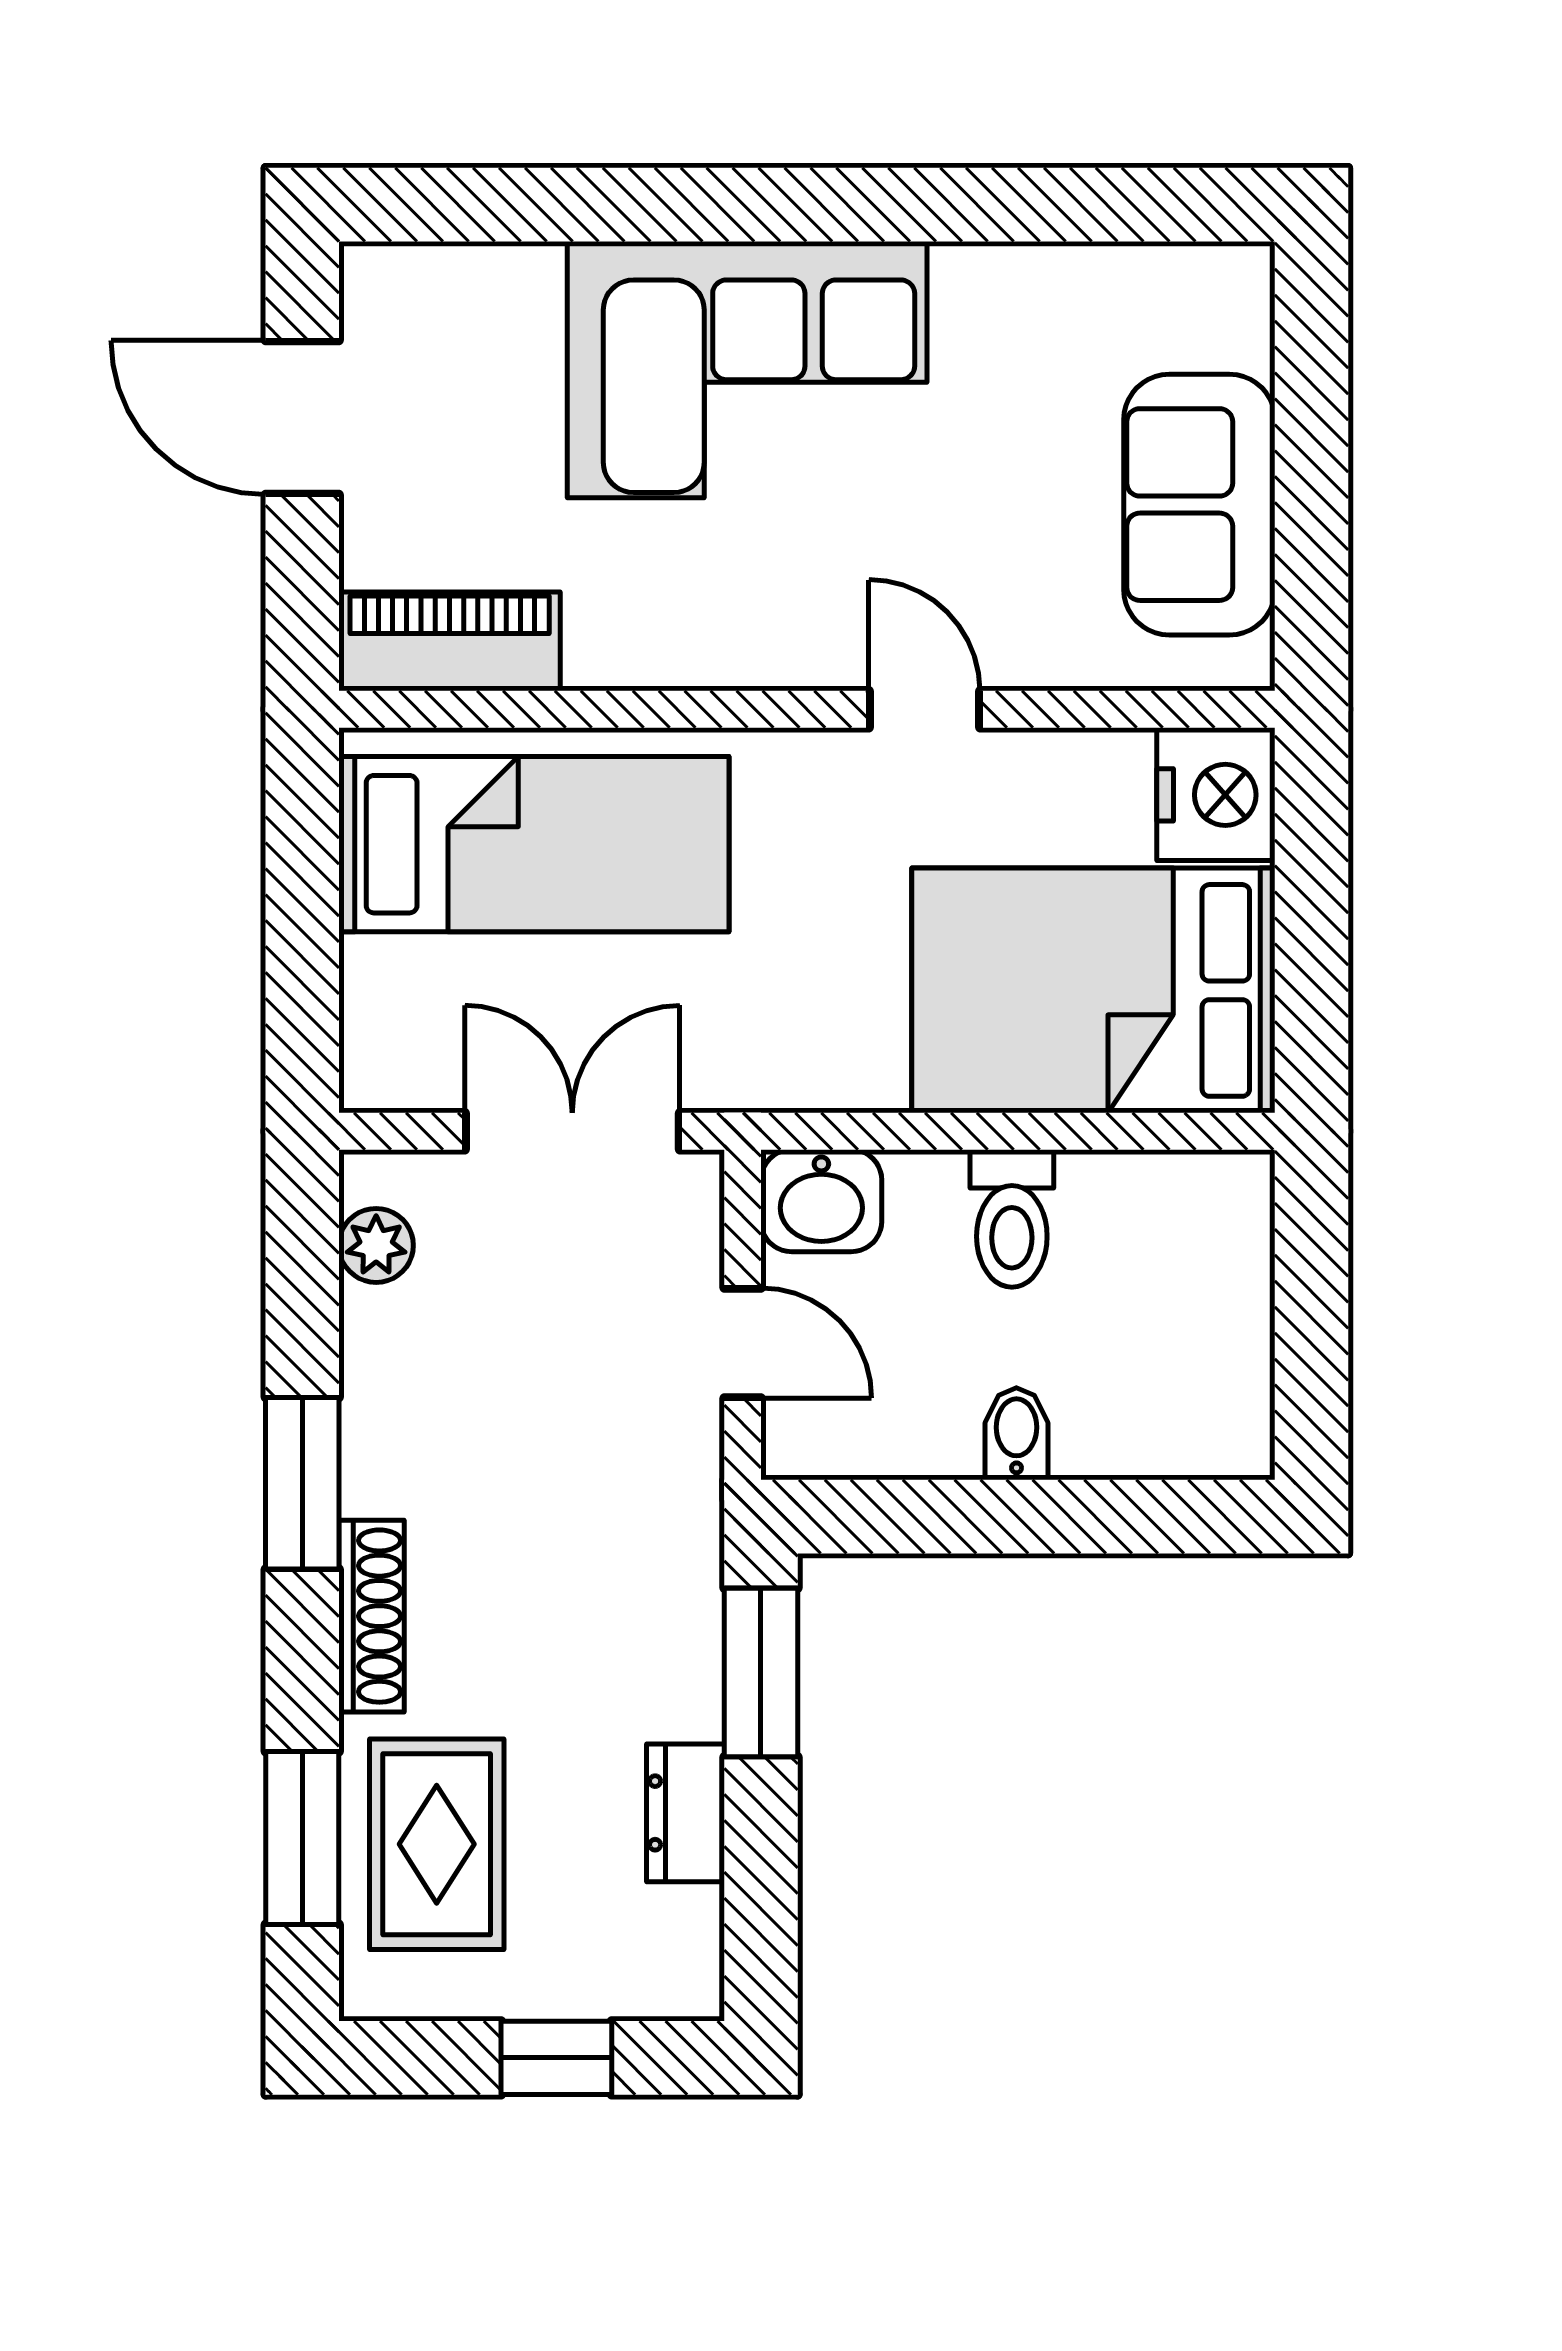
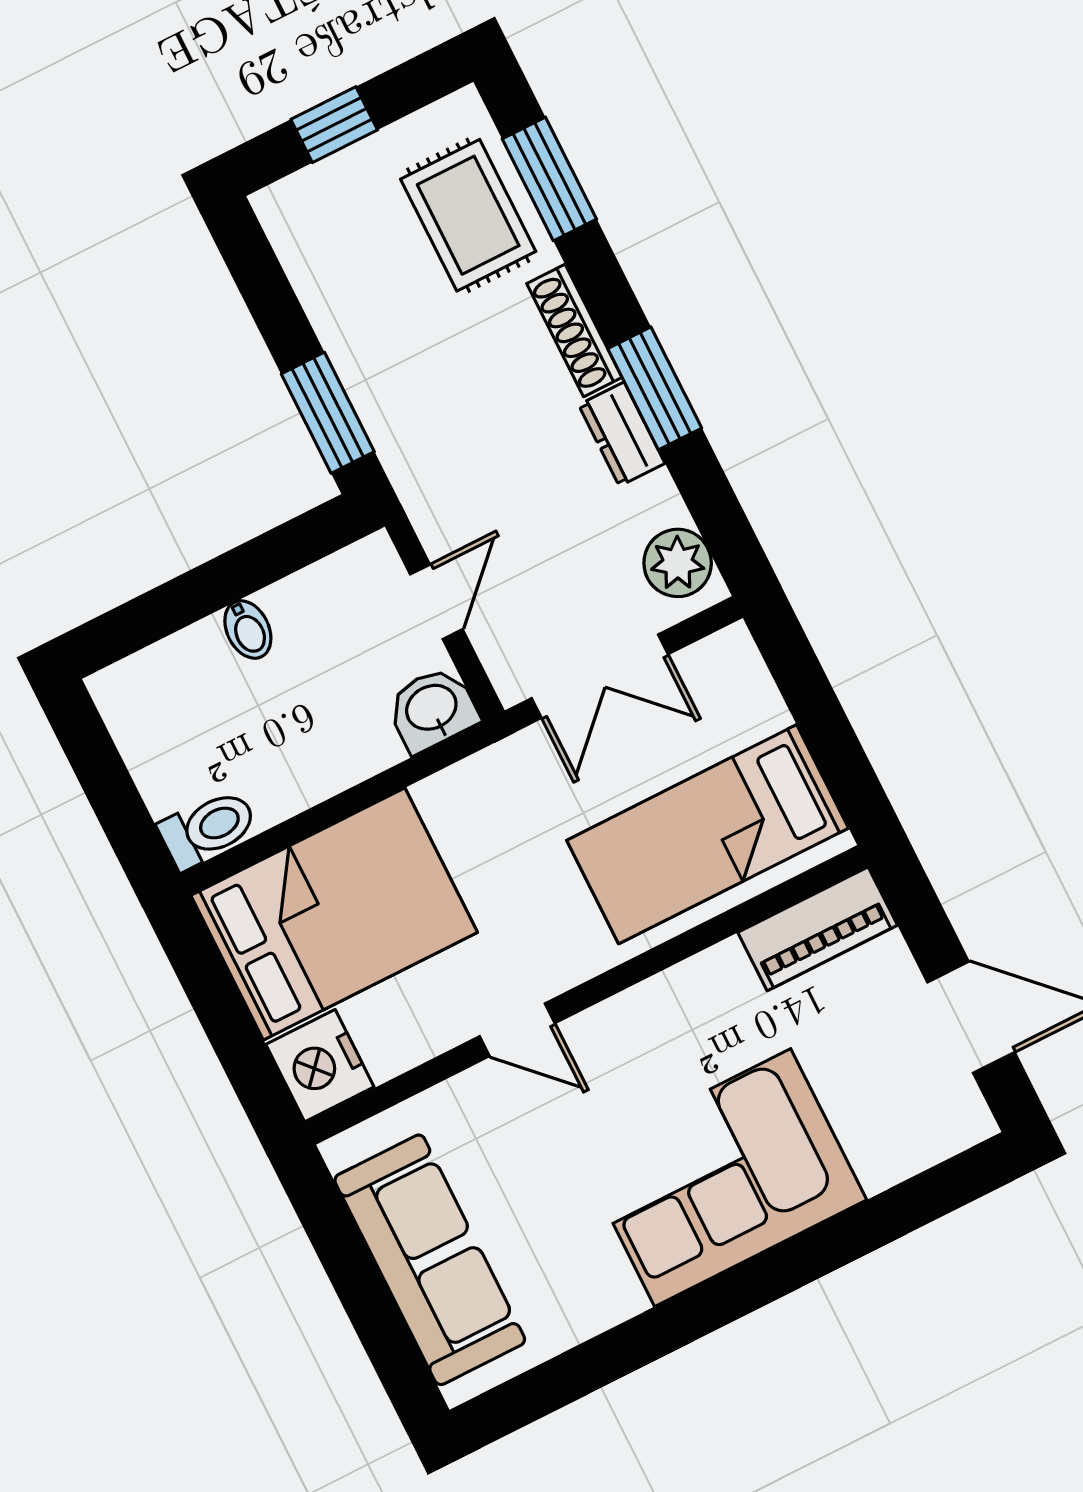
sofa: (1199, 505) -> (430, 1260), width x1.36
toilet: (1012, 1218) -> (208, 829), moved, turned 90
plant: (376, 1245) -> (678, 563), width x1.38, depth x1.38
door: (743, 1343) -> (436, 602), swing flipped
dresser: (685, 1813) -> (622, 434), moved, turned 180

